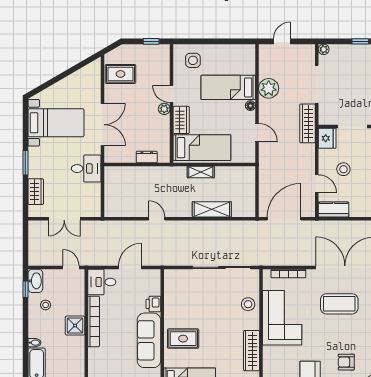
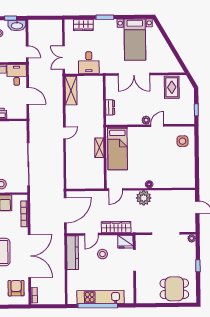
bed: (228, 87) -> (163, 168), removed
plant: (269, 88) -> (144, 198), moved
wardrobe: (181, 120) -> (138, 133), removed
wardrobe: (307, 123) -> (116, 227), moved
door: (257, 133) -> (116, 190), moved
desk: (86, 169) -> (89, 63), moved
shelving: (212, 209) -> (71, 91), moved
kitchen counter: (334, 209) -> (73, 253), width x1.50
double door: (64, 219) -> (64, 58), moved
door: (157, 219) -> (64, 133), moved
door: (284, 219) -> (65, 210), hinge flipped
door: (71, 267) -> (27, 52), hinge flipped

